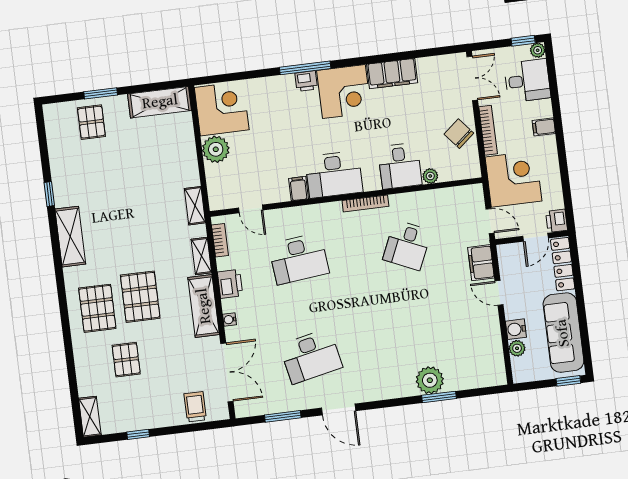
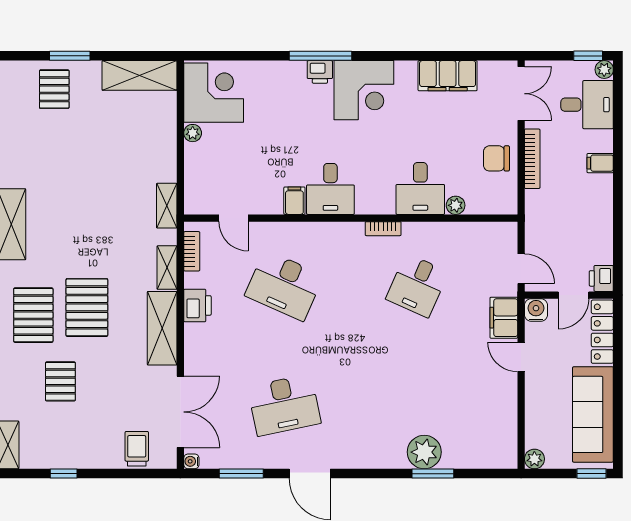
filing cabinet: (392, 74) -> (448, 76), moved
chair: (459, 134) -> (496, 158), turned -50
plant: (216, 149) -> (193, 133), width x0.53, depth x0.53
desk: (334, 174) -> (330, 189), width x0.73
corner desk: (513, 179) -> (556, 221), removed
bookcase: (365, 203) -> (383, 229), width x0.64
desk: (299, 259) -> (284, 285), turned 30
water cooler: (230, 320) -> (191, 461), moved
water cooler: (516, 329) -> (536, 310), moved, turned 90
plant: (517, 348) -> (534, 459), moved

